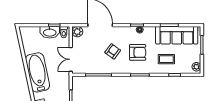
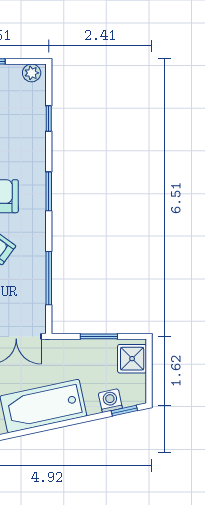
coffee table: (166, 59) -> (16, 136), removed

